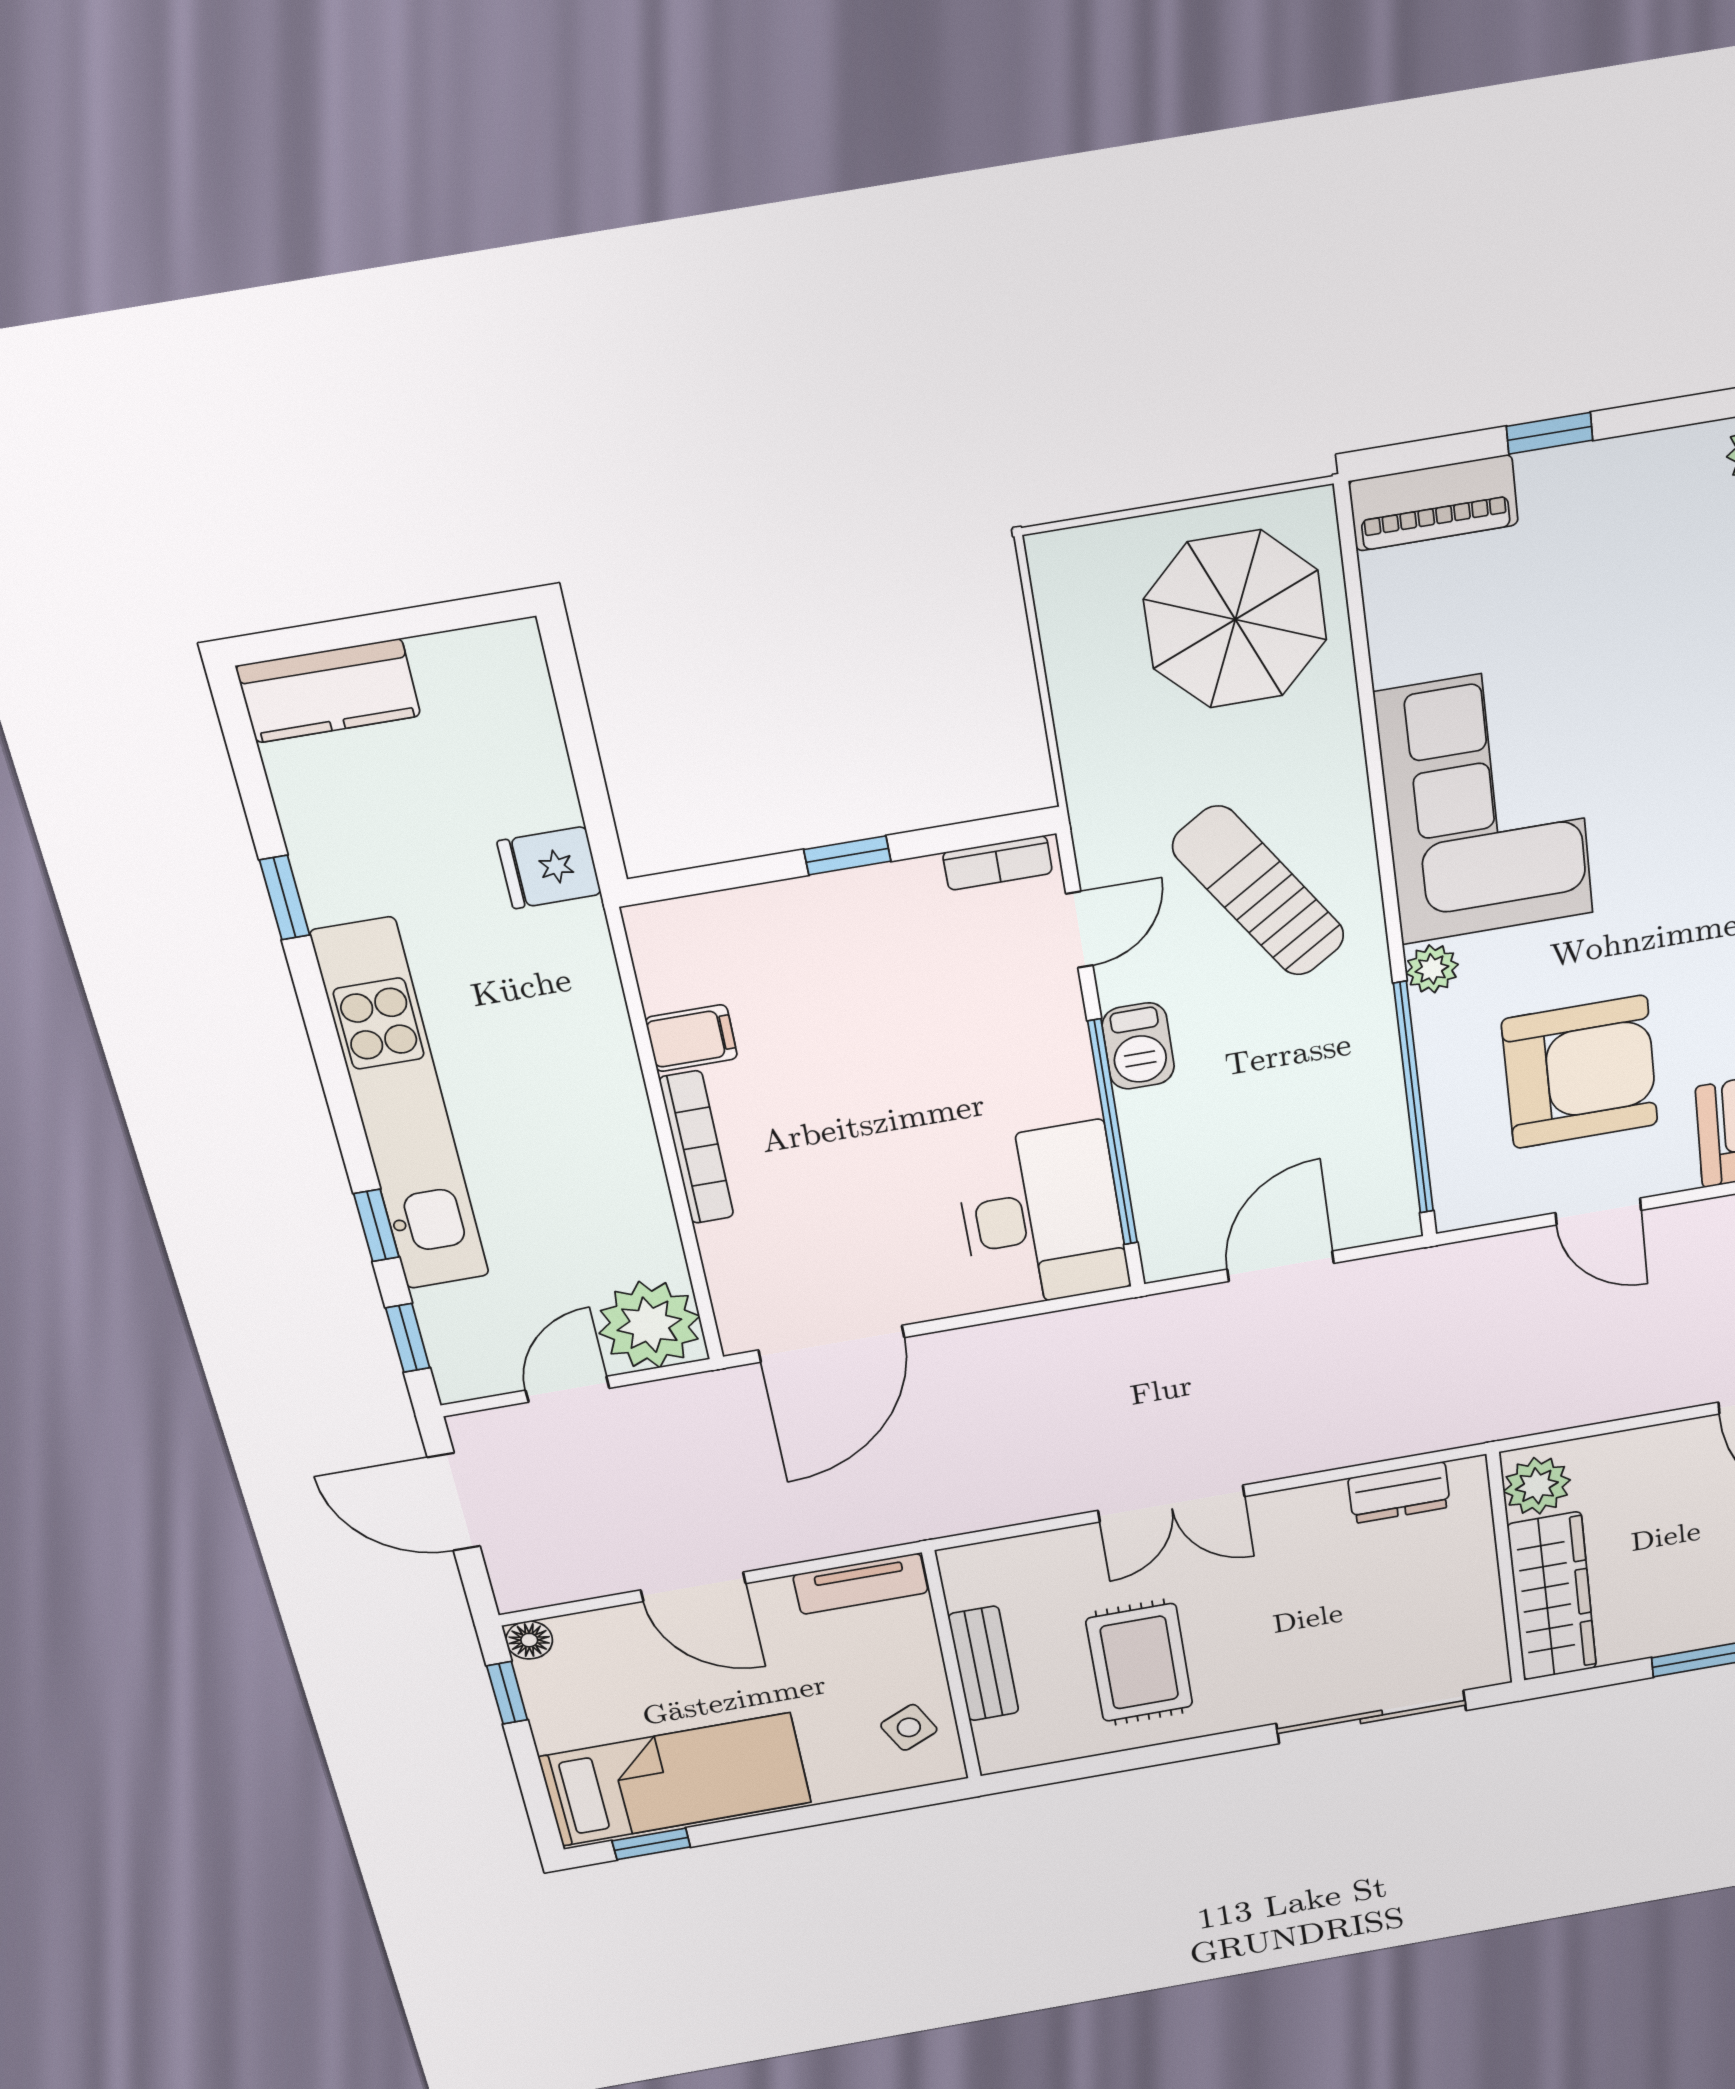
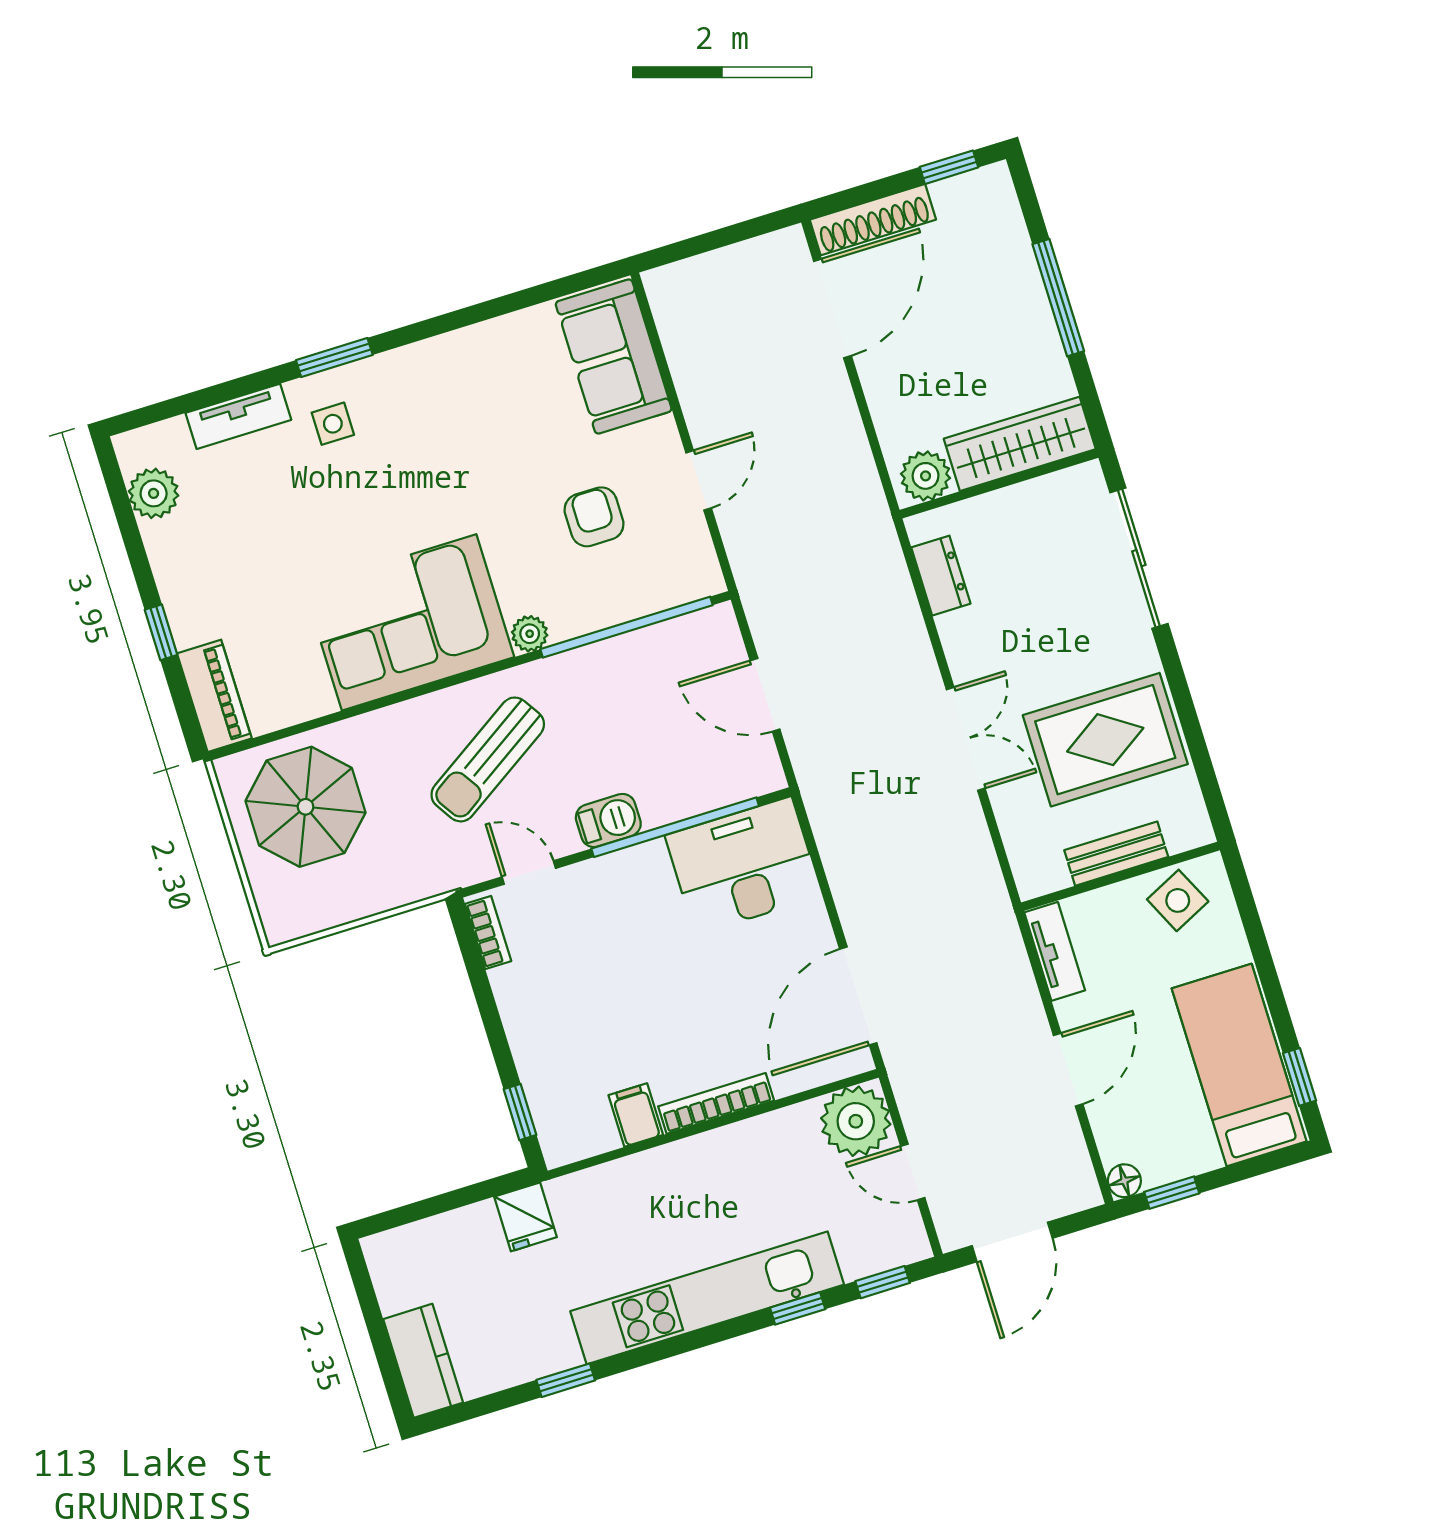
window: (847, 855) -> (520, 1112), moved
armchair: (1580, 1072) -> (594, 517), width x0.53, depth x0.53
door: (831, 1344) -> (858, 996), swing flipped
rug: (1139, 1663) -> (1105, 740), width x1.36, depth x1.43
side table: (909, 1727) -> (1178, 900), width x1.37, depth x1.37

